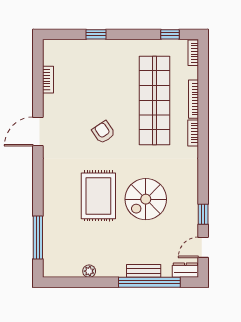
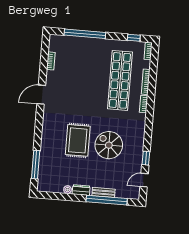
window: (96, 34) -> (85, 34), width x3.17
armchair: (103, 132) -> (85, 99), removed
spiral stairs: (146, 199) -> (109, 145), turned 90
dresser: (185, 270) -> (81, 190), moved

